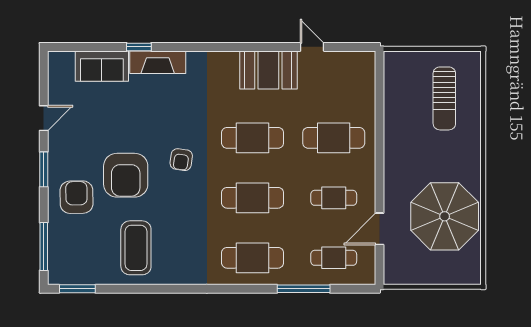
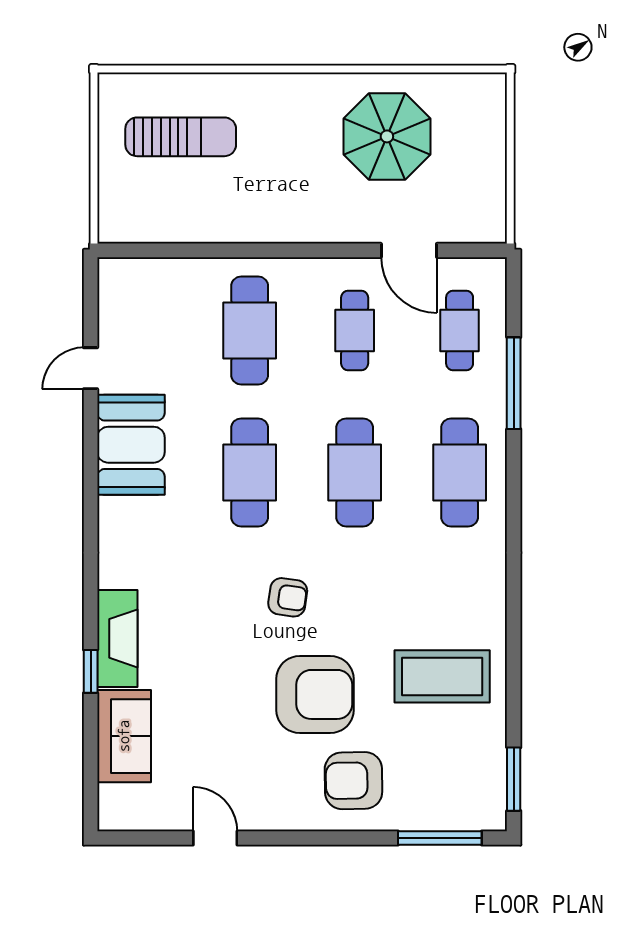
window: (44, 169) -> (305, 838), removed
parasol: (445, 216) -> (387, 136), width x0.73, depth x0.73

